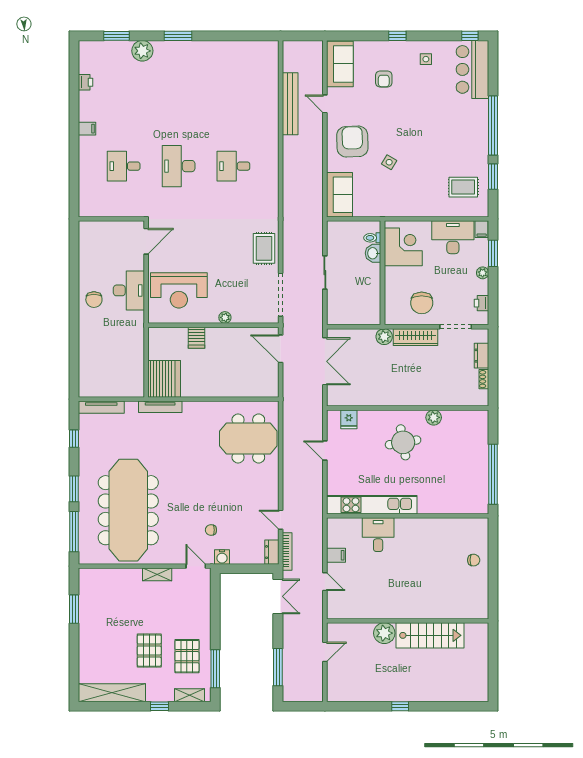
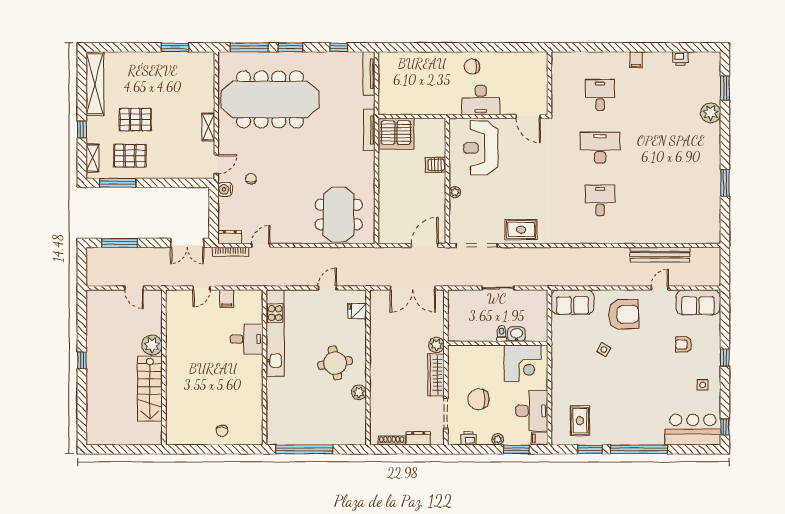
window: (178, 36) -> (725, 183), moved
toilet: (372, 238) -> (502, 334), moved
chair: (422, 303) -> (478, 399), moved
shoe rack: (484, 379) -> (392, 441), width x1.43

